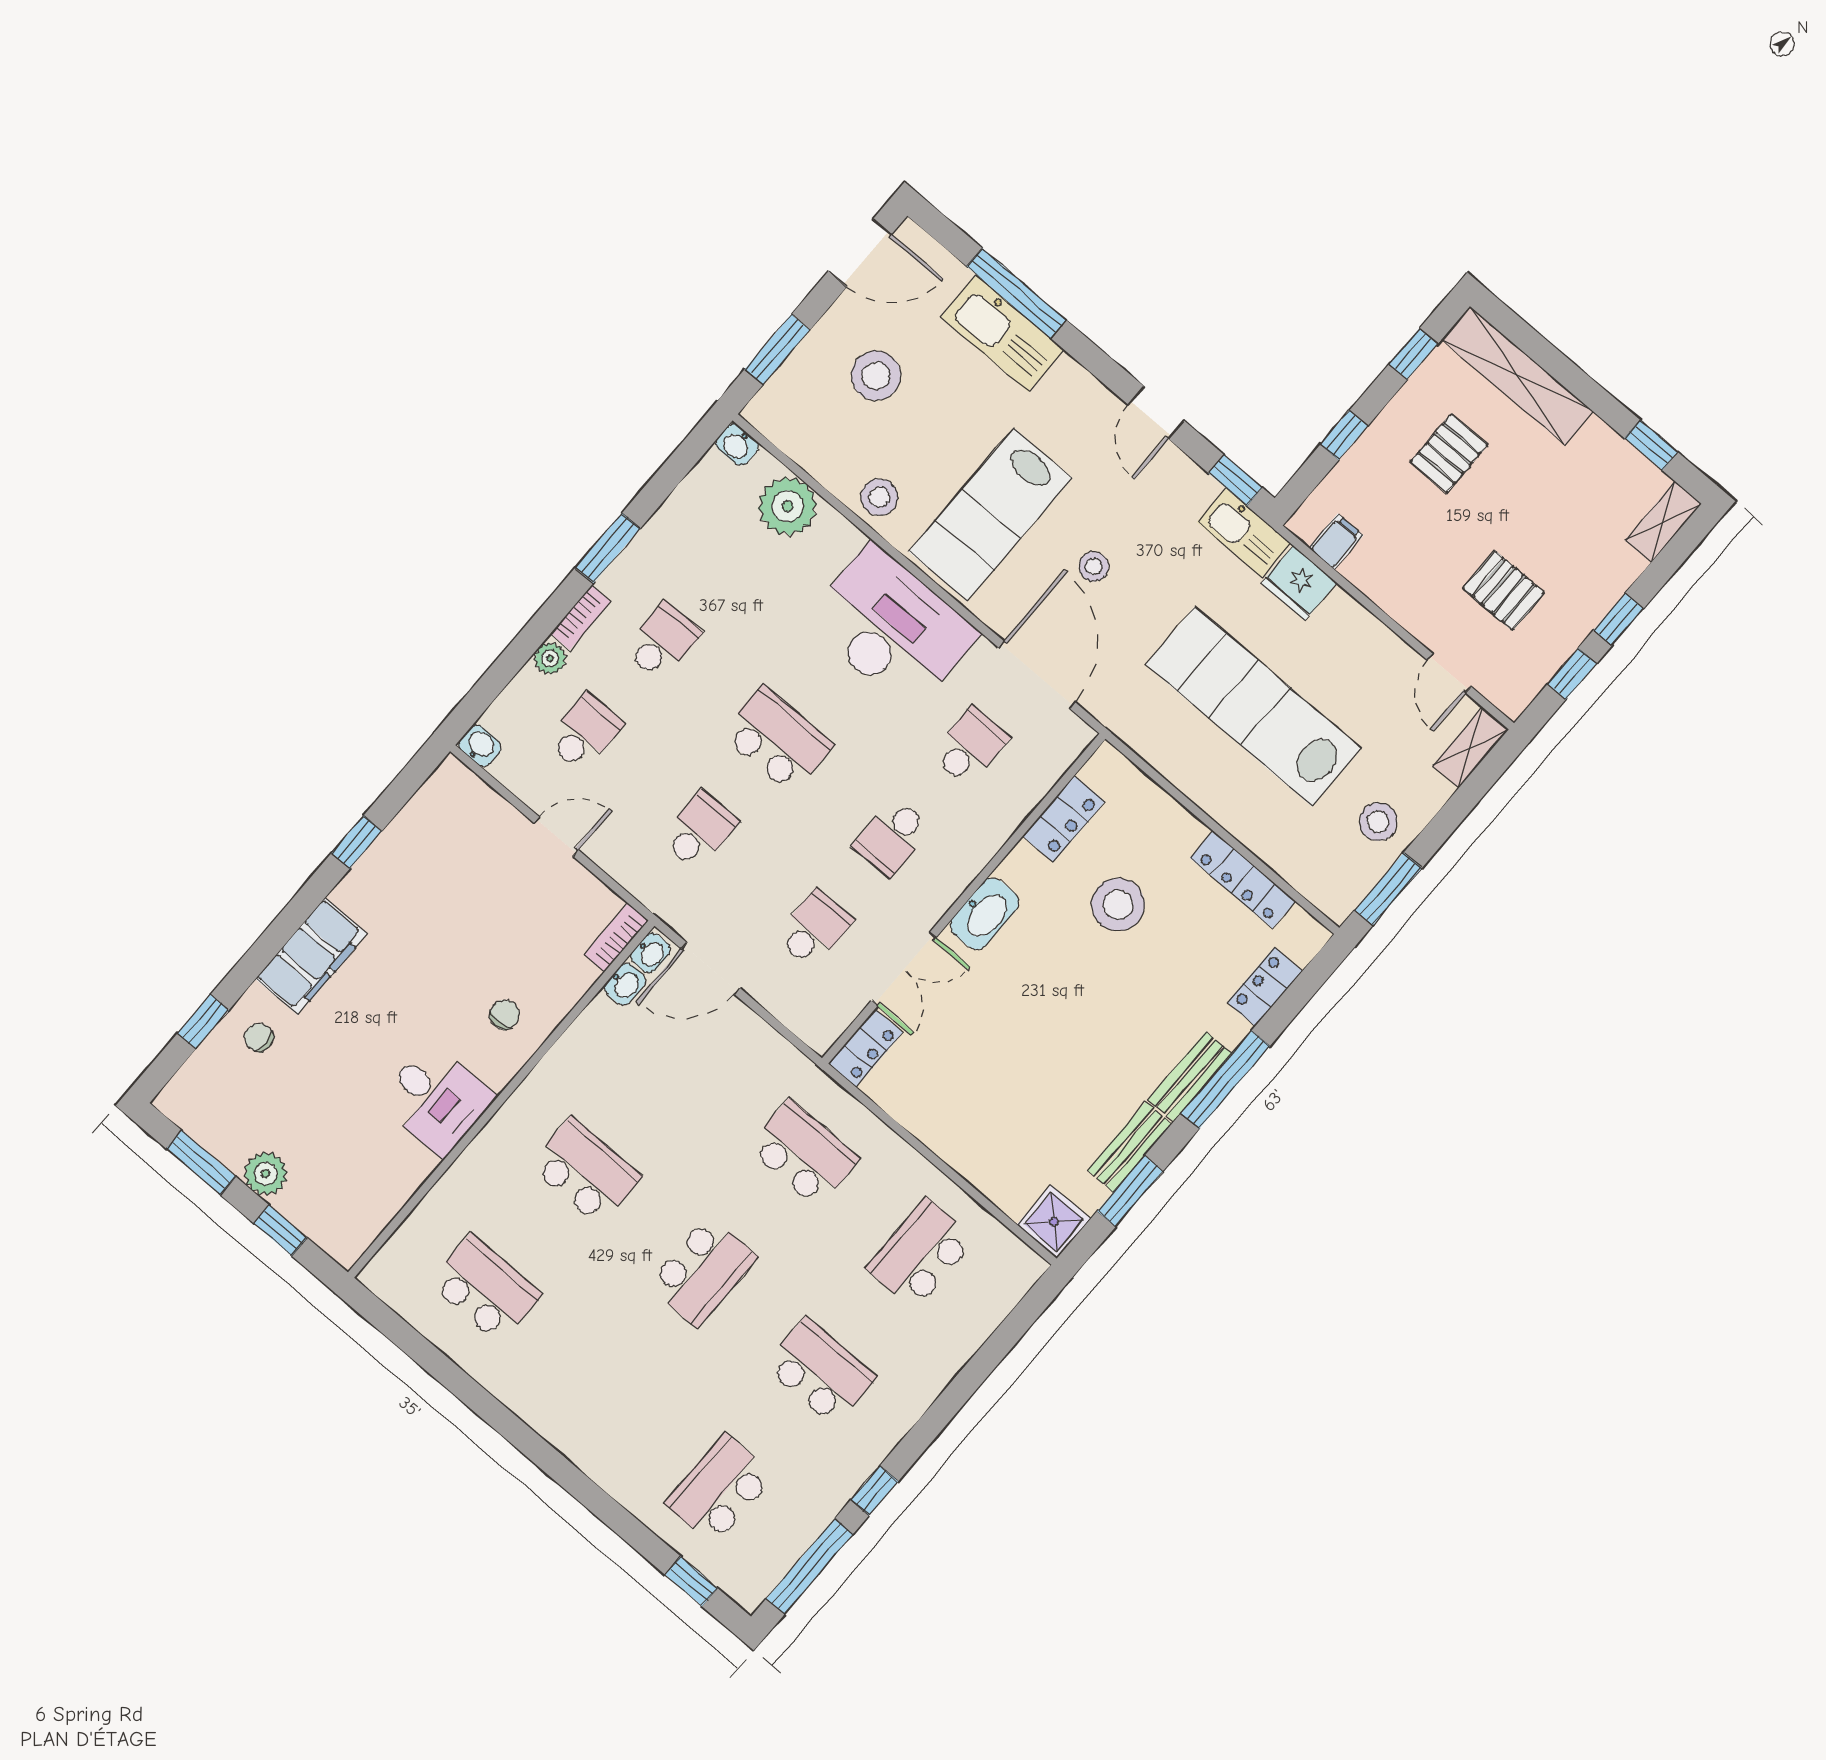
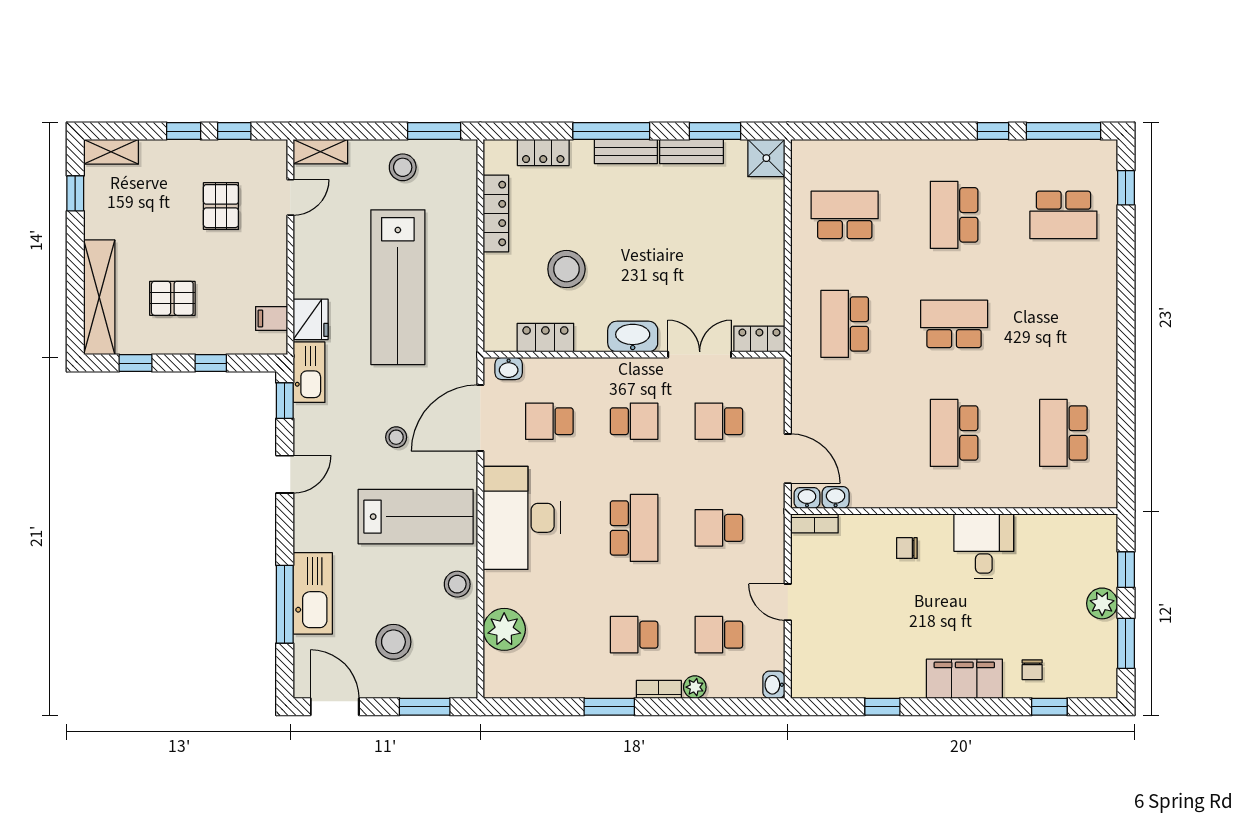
washbasin: (737, 445) -> (509, 368), moved, turned 90
school desk: (777, 739) -> (634, 528), turned 180
school desk: (921, 1254) -> (845, 215), turned 180

